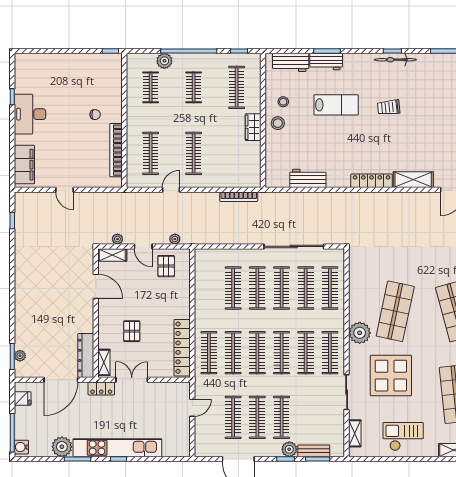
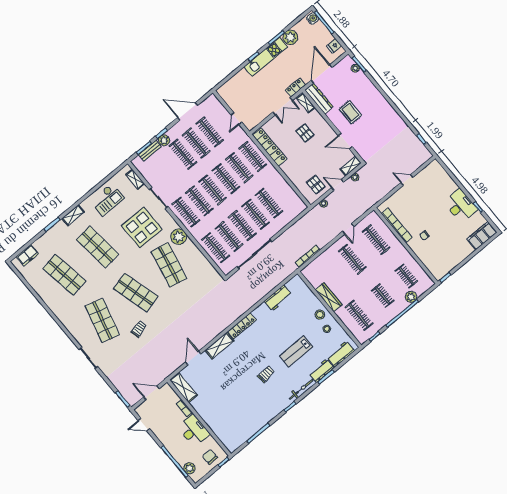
bicycle: (395, 60) -> (301, 389), moved
wardrobe: (253, 127) -> (329, 297), width x1.50
filing cabinet: (24, 165) -> (482, 236), moved, turned 90
rug: (64, 313) -> (351, 112), added
kitchen unit: (117, 448) -> (266, 57), width x0.73

